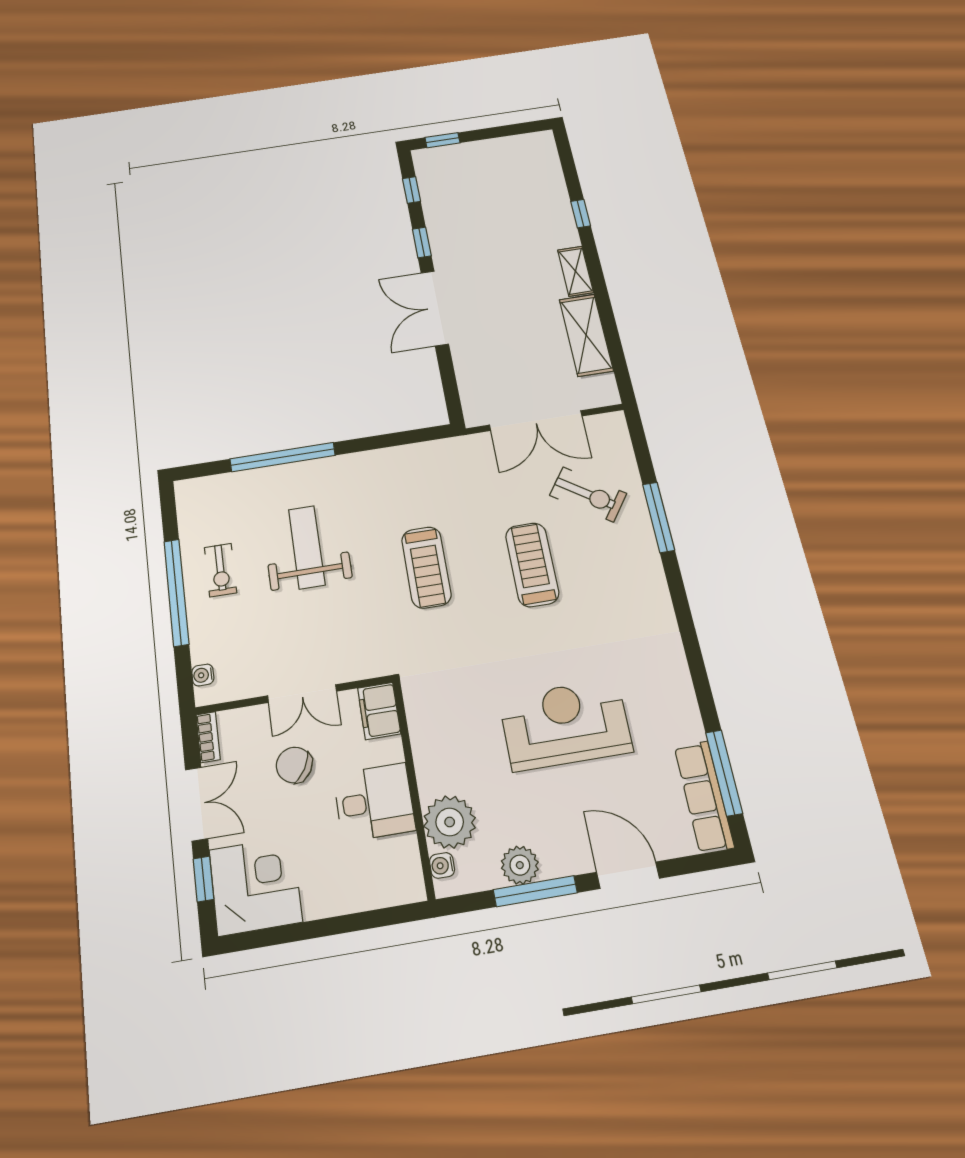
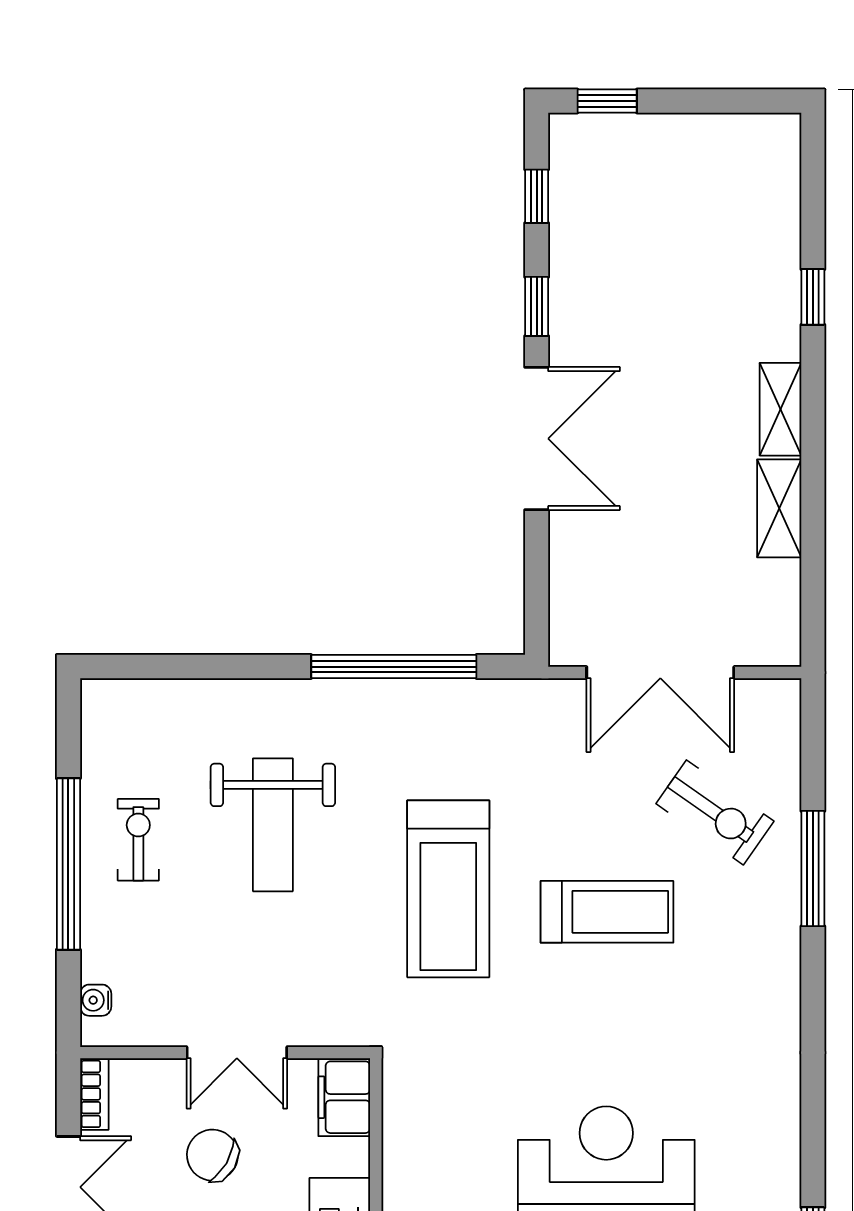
double door: (435, 308) -> (537, 439), swing flipped
shelving: (586, 335) -> (779, 508), width x0.67, depth x0.75
window: (283, 457) -> (394, 667), moved
weight bench: (307, 547) -> (273, 825), turned 180
treadmill: (532, 565) -> (607, 912), turned 90
treadmill: (426, 567) -> (448, 889), width x1.37, depth x1.38
exercise bike: (221, 570) -> (138, 840), turned 180

